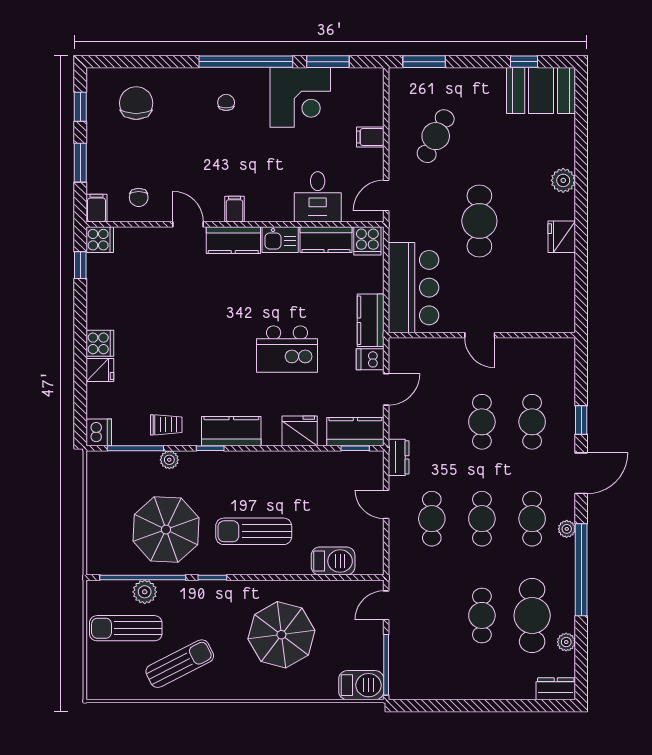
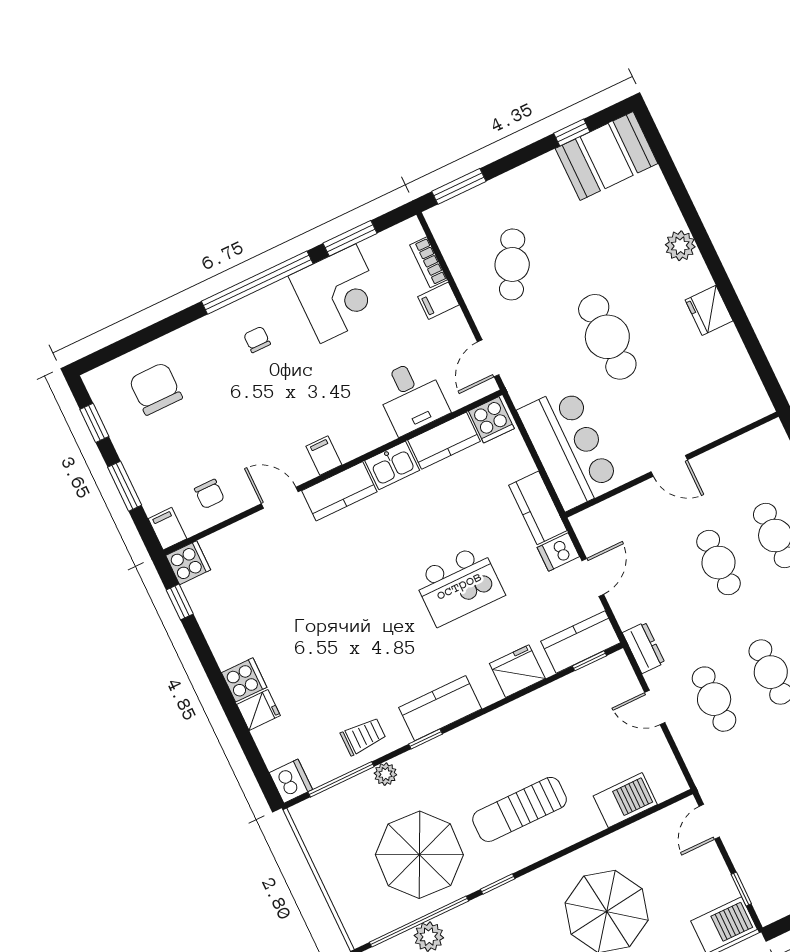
bookcase: (376, 106) -> (429, 262), added
window: (386, 665) -> (741, 889), width x0.46

